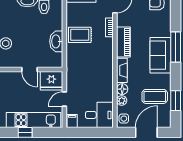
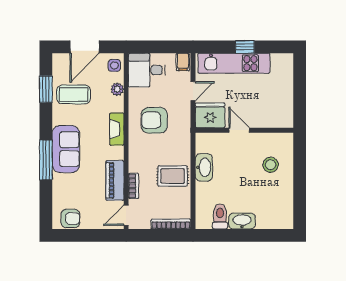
piano: (123, 42) -> (115, 180), moved
armchair: (94, 77) -> (154, 120), added
floor lamp: (122, 89) -> (117, 104), removed

